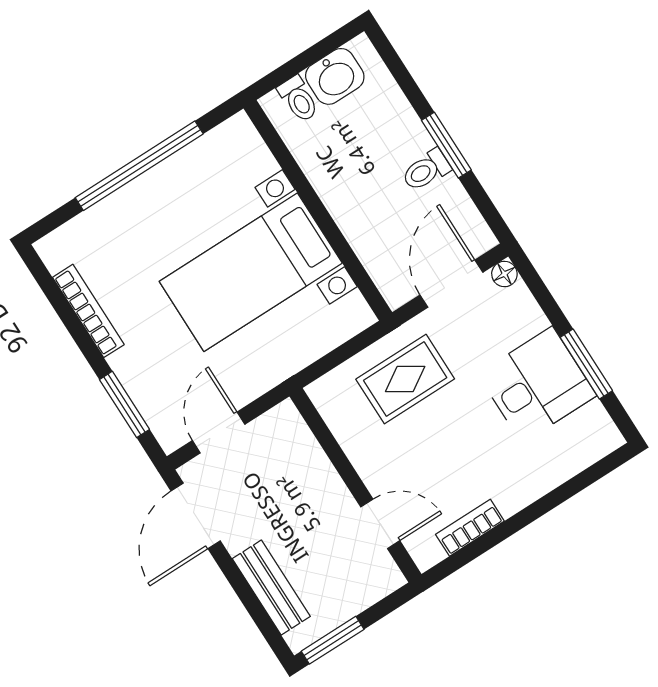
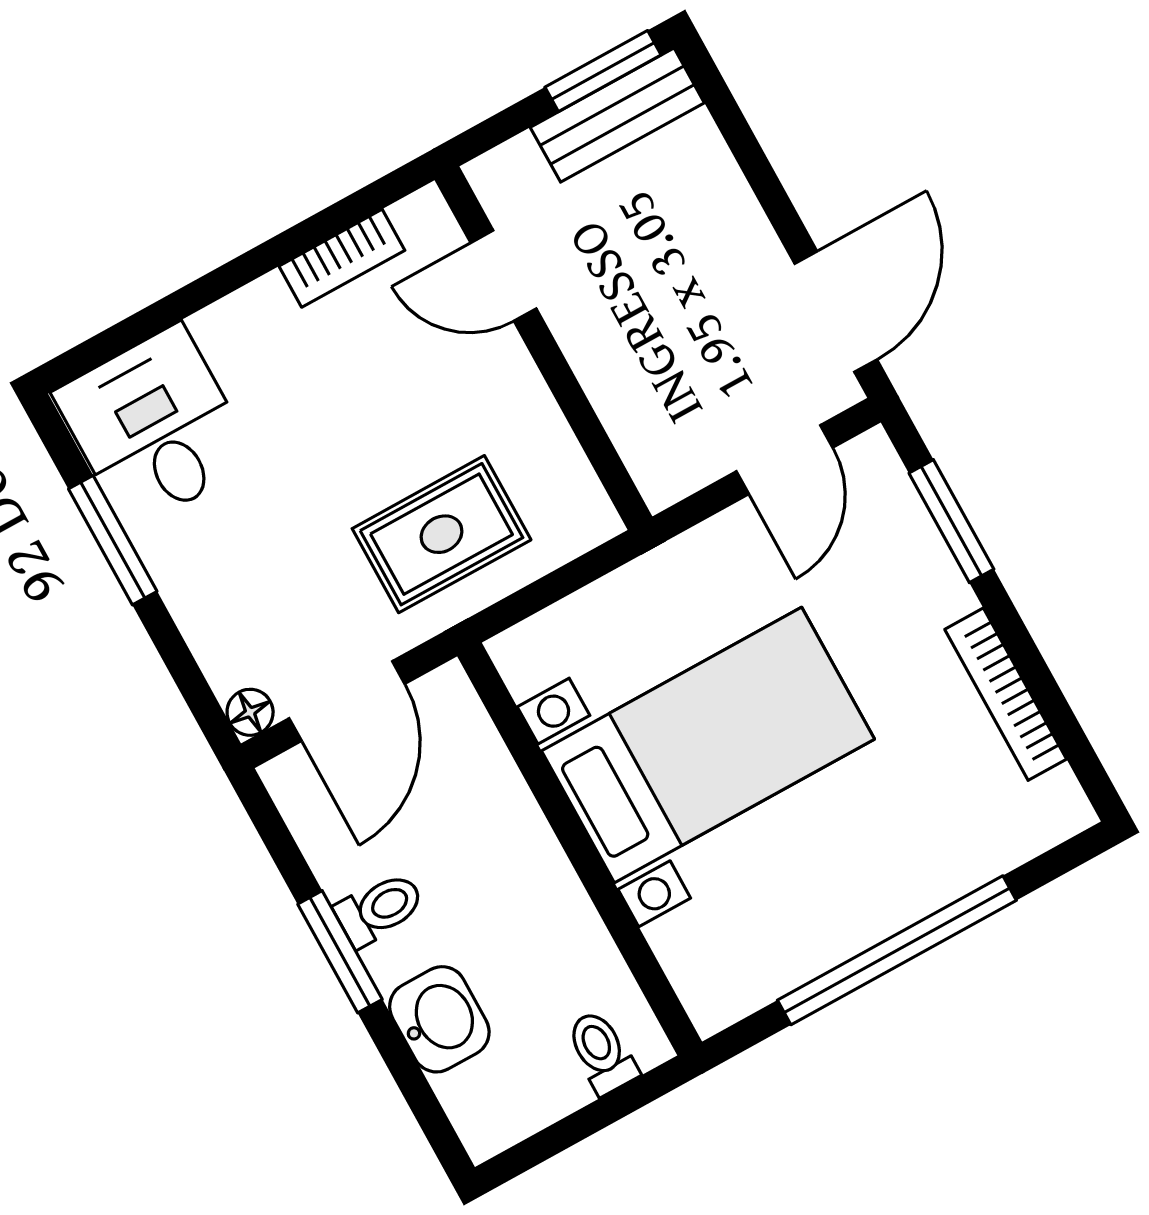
washbasin: (335, 76) -> (439, 1019), moved, turned 90
desk: (537, 385) -> (155, 427), moved, turned 90
bench: (271, 588) -> (617, 115), moved, turned 90

